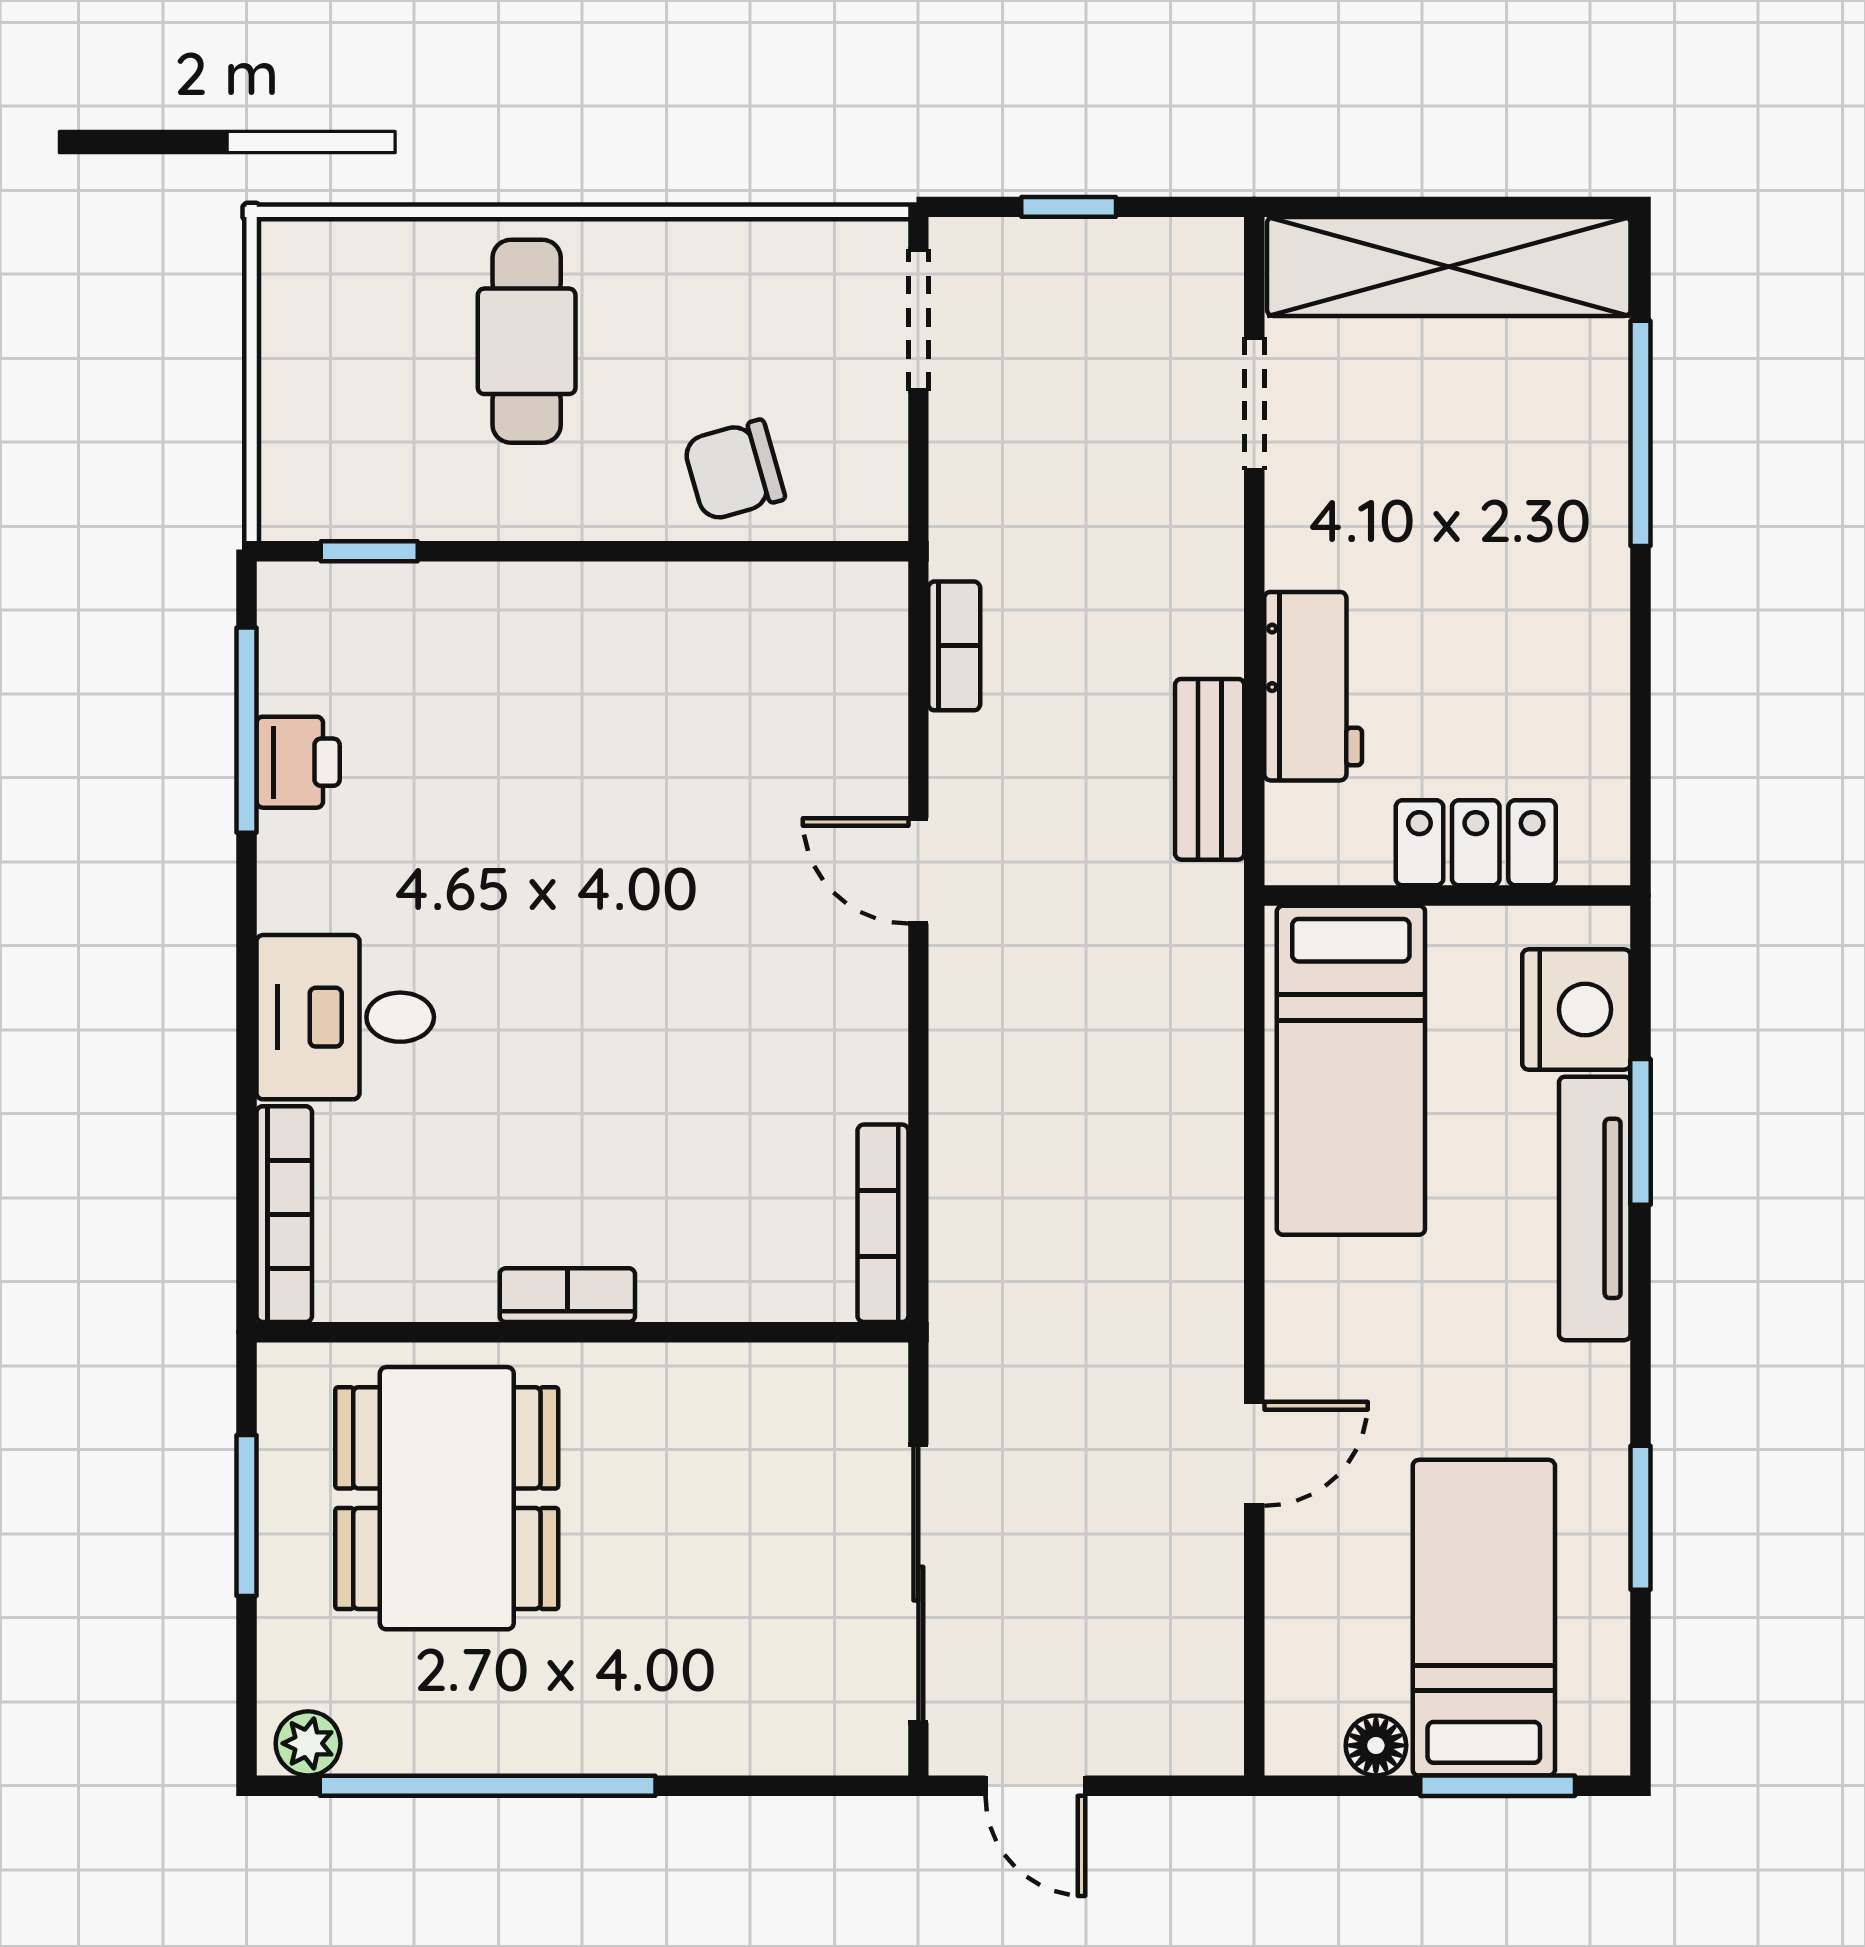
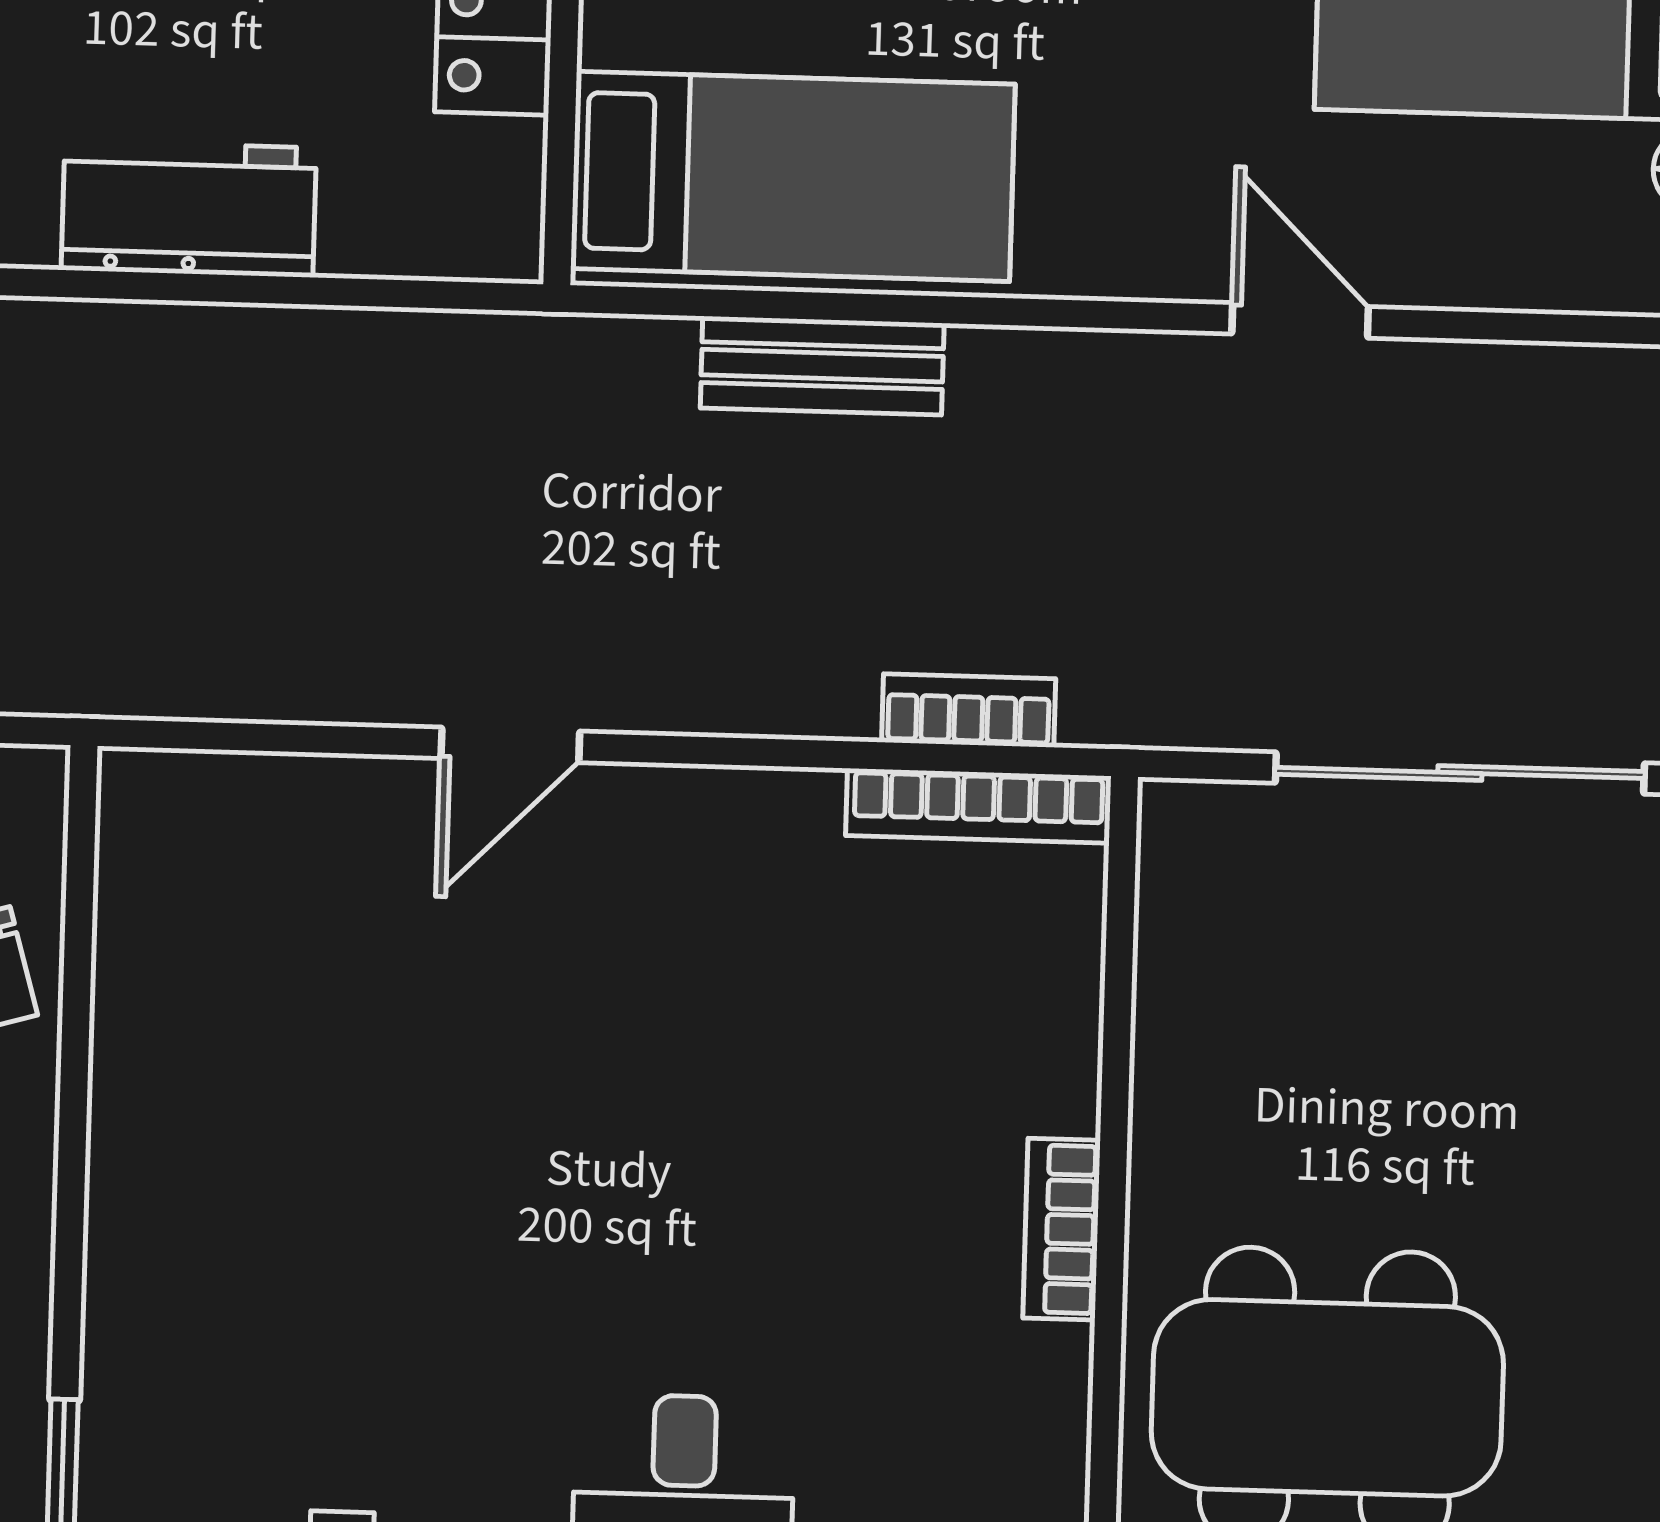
bookcase: (954, 646) -> (969, 711), moved
workbench: (1313, 686) -> (189, 209), moved
bench: (1210, 769) -> (822, 366), moved

